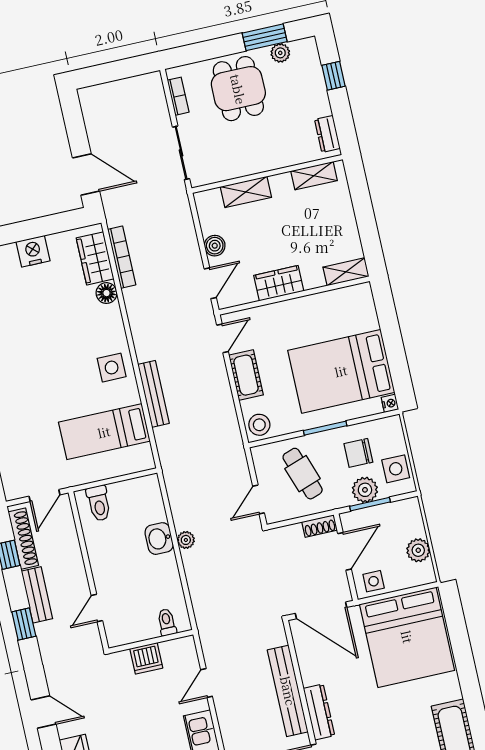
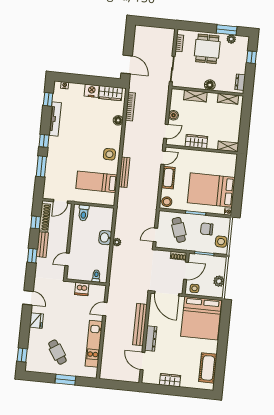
floor lamp: (268, 160) -> (210, 85), added
wardrobe: (95, 258) -> (111, 93), moved, turned -90
plant: (365, 490) -> (204, 246), removed

